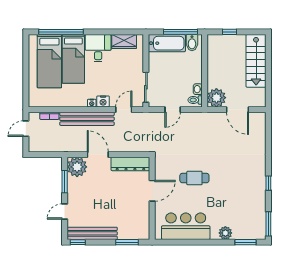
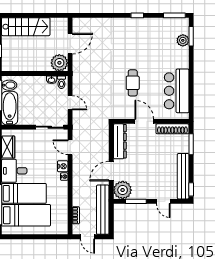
bench: (87, 119) -> (103, 210), moved
shoe rack: (144, 222) -> (172, 129), added
plant: (225, 233) -> (183, 40), moved

